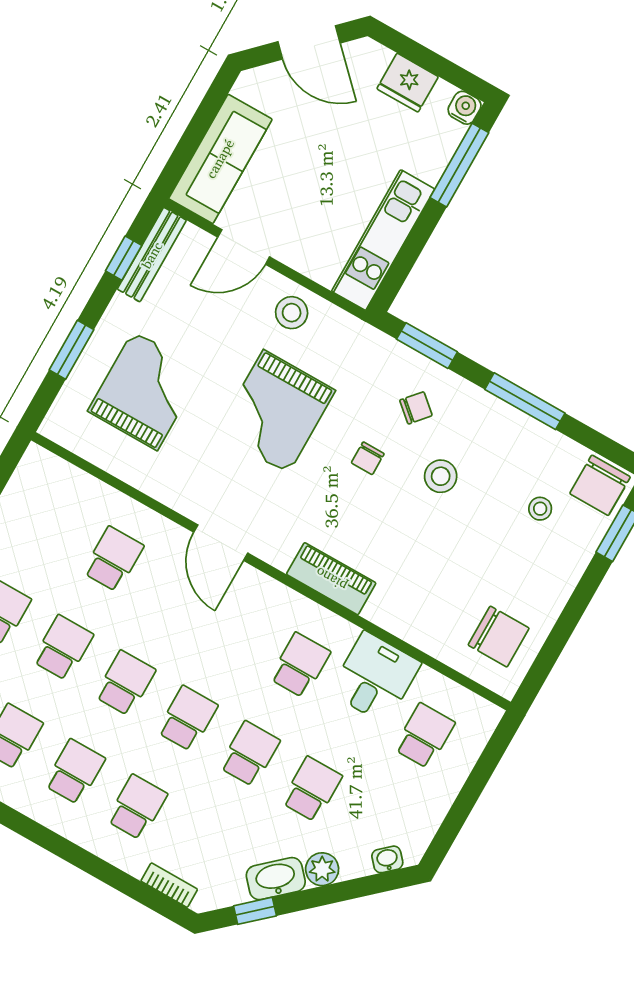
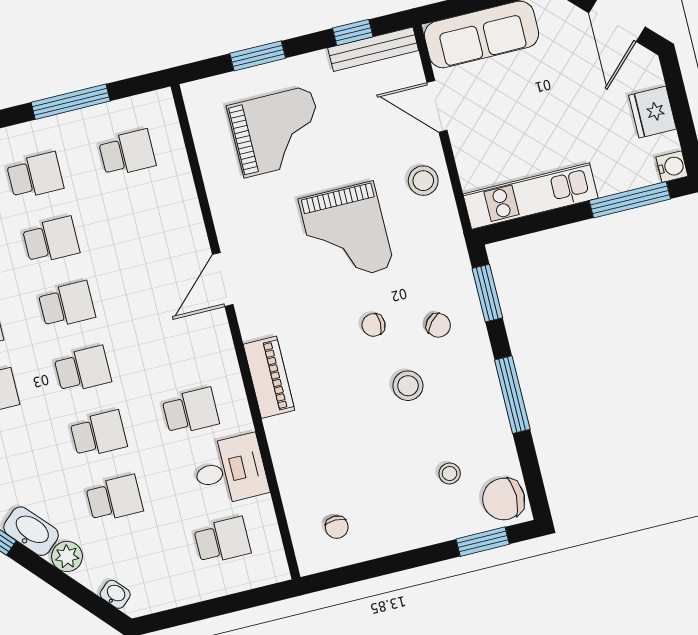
grand piano: (276, 412) -> (346, 233), turned -90
school desk: (113, 559) -> (127, 153), moved
chair: (499, 637) -> (337, 527), width x0.54, depth x0.54

